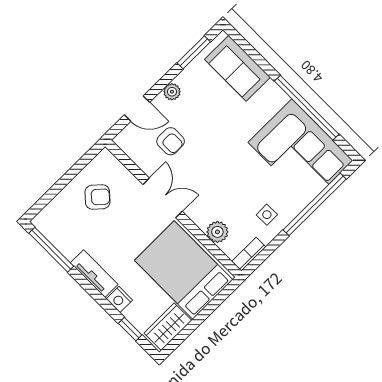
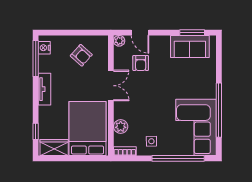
sofa: (237, 68) -> (190, 46), moved, turned -90
plant: (172, 92) -> (119, 41), moved
nightstand: (119, 299) -> (44, 48), moved

